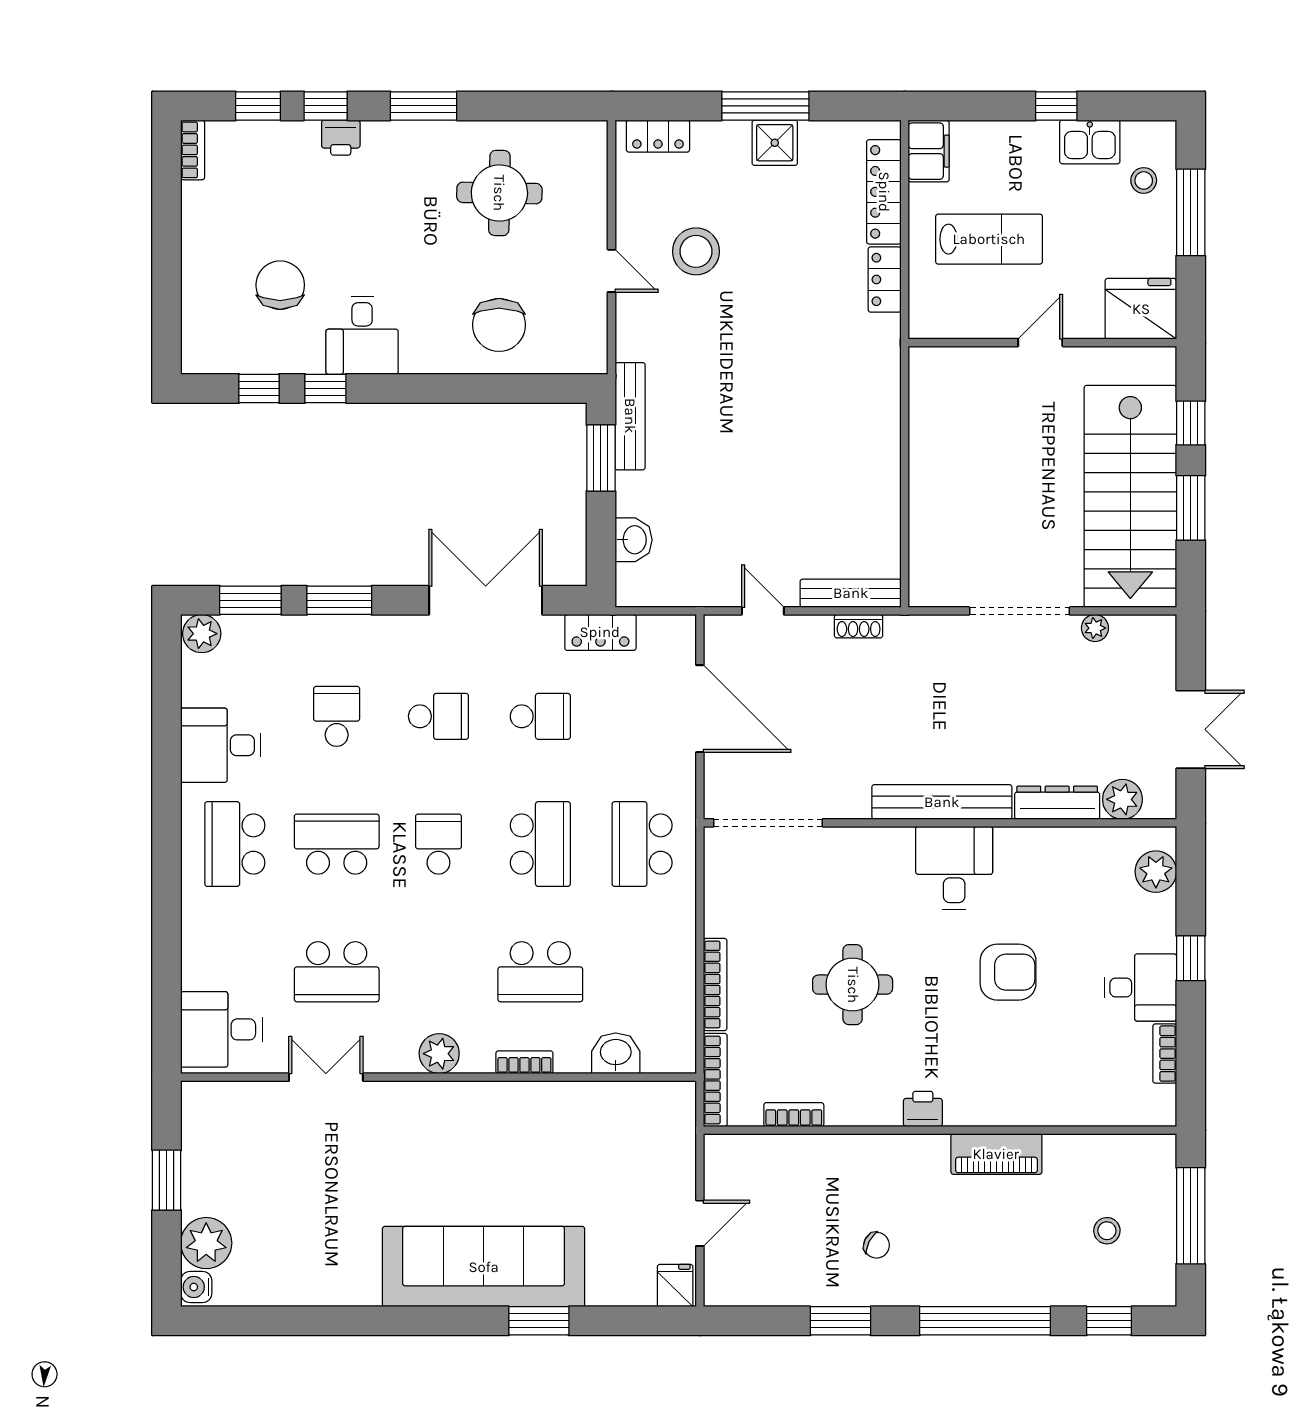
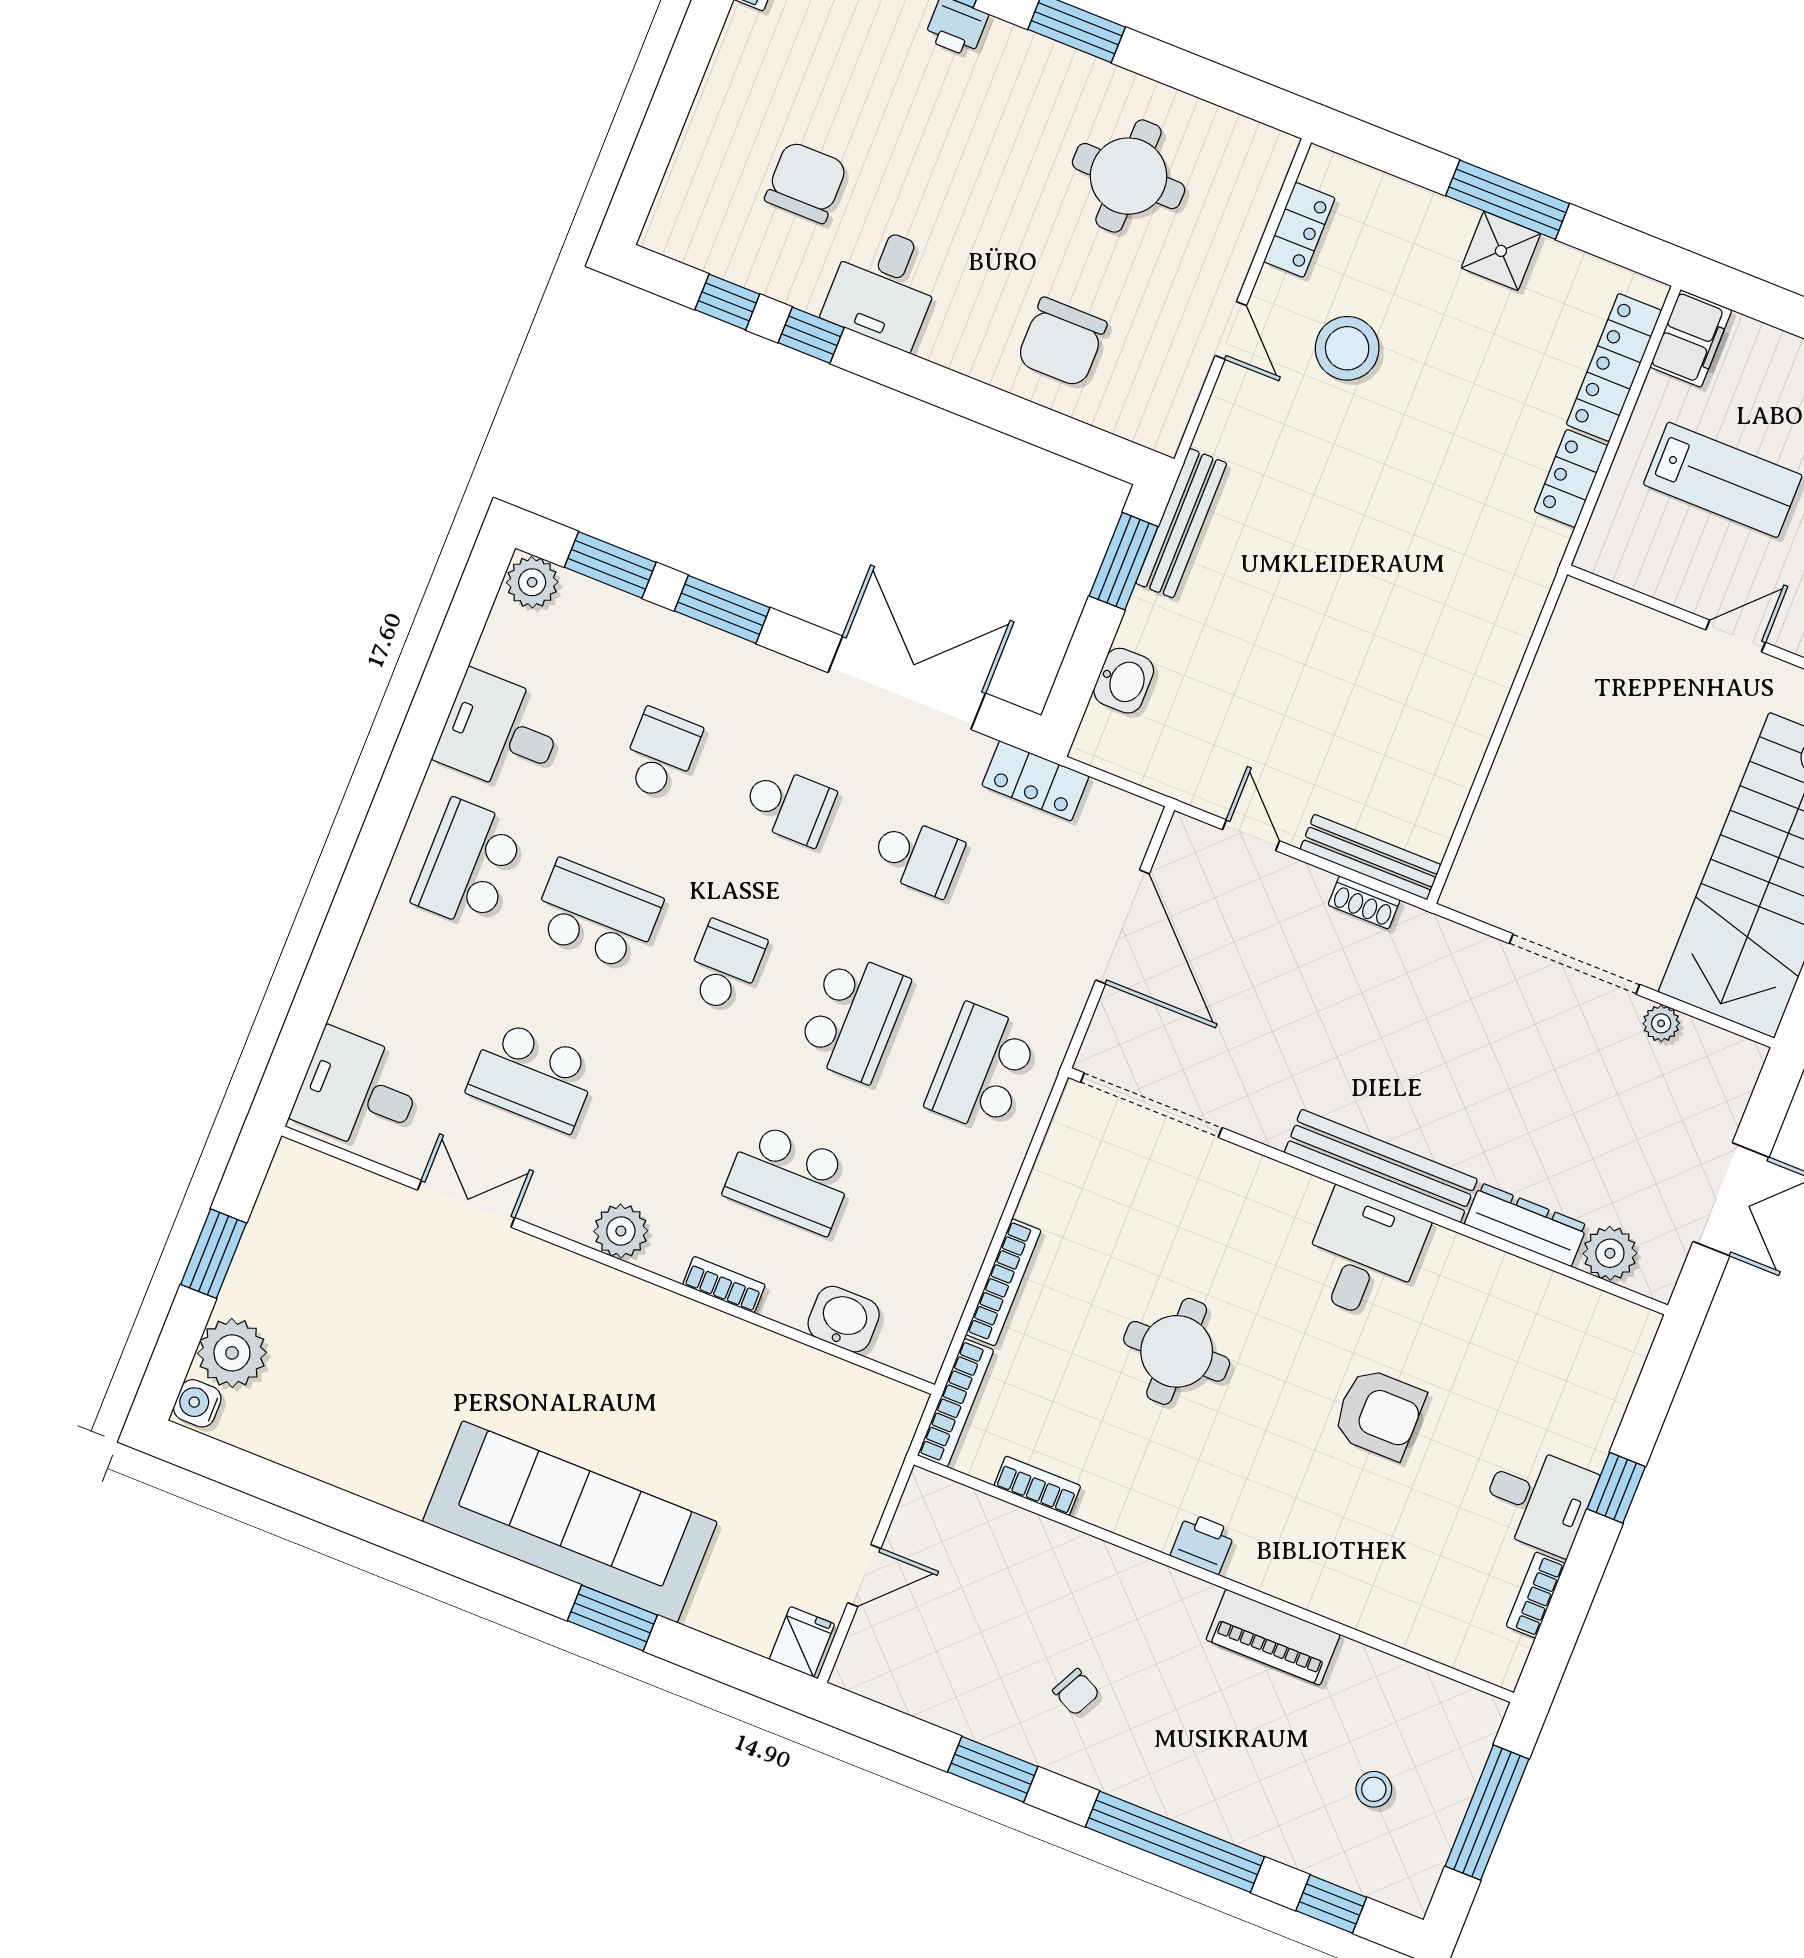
locker: (658, 136) -> (1299, 230), moved, turned -90
plant: (1156, 872) -> (1616, 1361), removed

